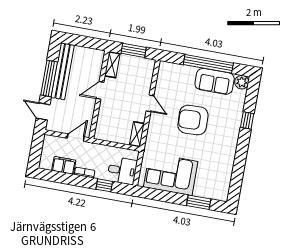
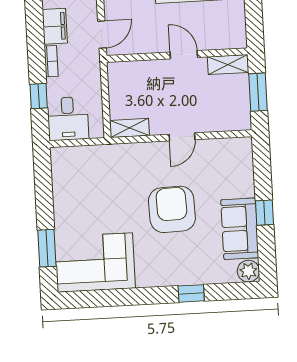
window: (208, 64) -> (264, 213), width x0.32
door: (76, 138) -> (102, 34), hinge flipped
corner sofa: (171, 174) -> (95, 263), moved, turned -90

